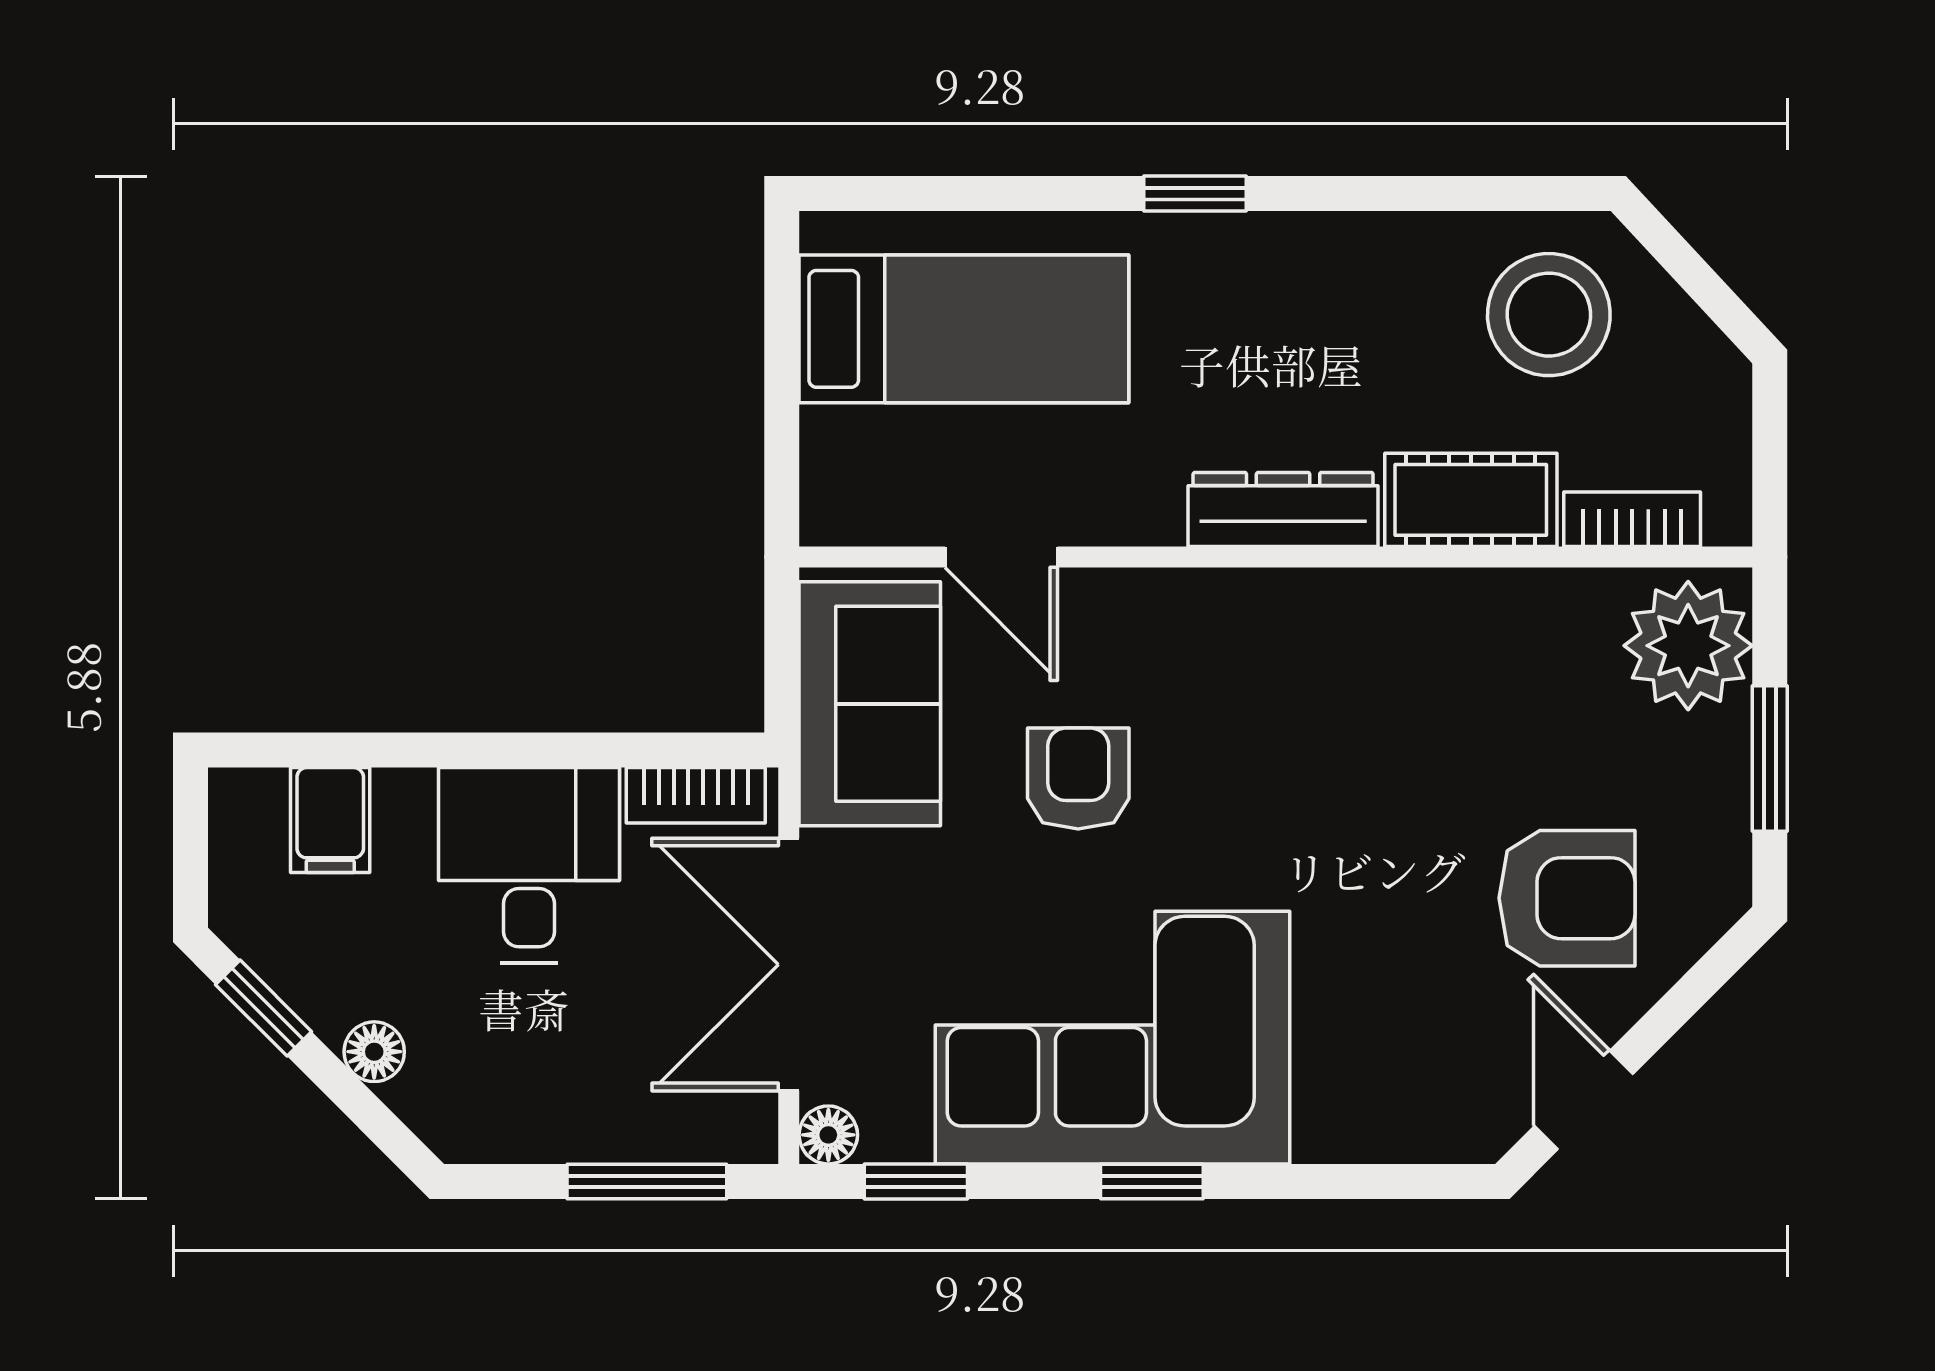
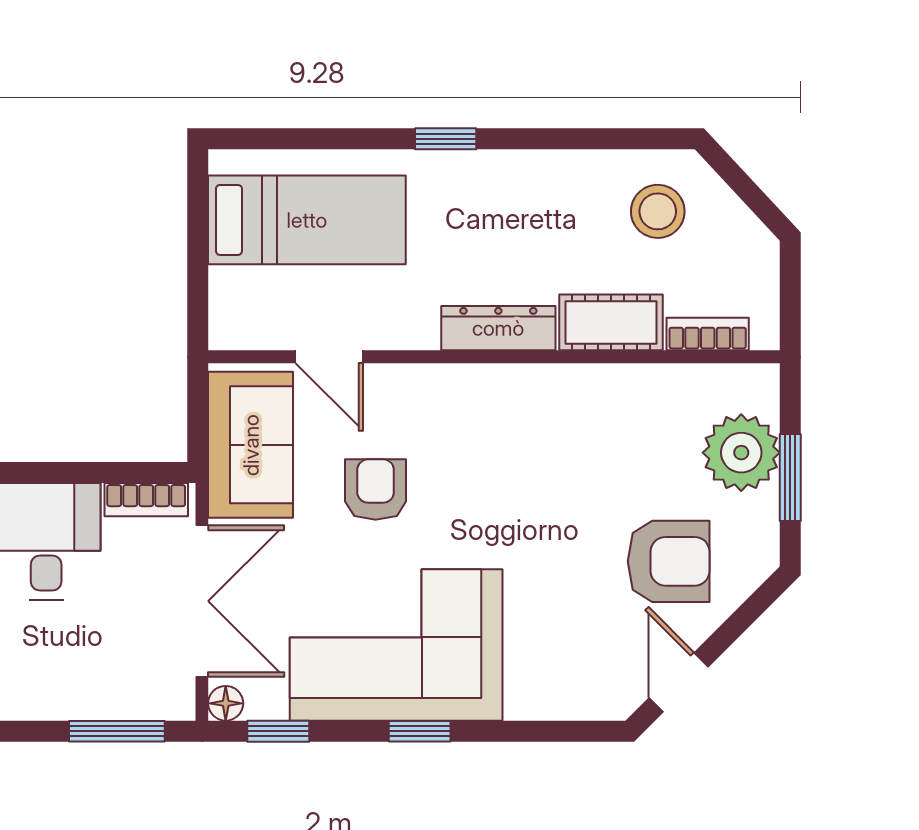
stool: (1549, 315) -> (658, 211), width x0.73, depth x0.73
plant: (1688, 646) -> (741, 453), moved
double door: (789, 965) -> (202, 601), swing flipped

